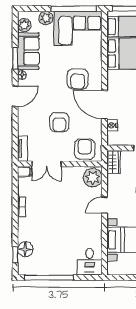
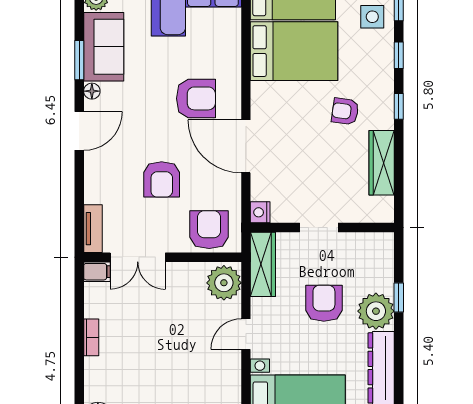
armchair: (78, 79) -> (196, 98), turned -90
nightstand: (112, 125) -> (260, 212), moved
wardrobe: (114, 162) -> (263, 264), width x1.50

